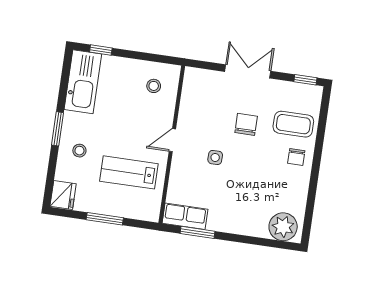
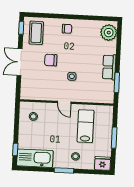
coffee table: (293, 124) -> (36, 33), moved
lab bench: (129, 172) -> (86, 126), turned 180
row of seats: (185, 216) -> (109, 67), moved

